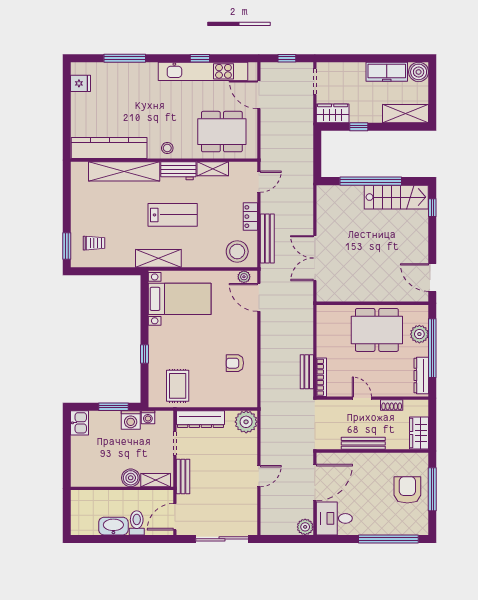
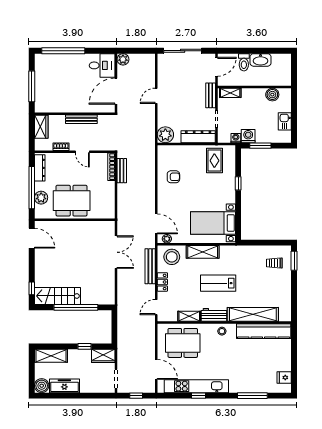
shelving: (158, 258) -> (203, 252), moved
kitchen sink: (80, 423) -> (285, 121), moved
boiler: (131, 478) -> (272, 95), moved
armchair: (407, 490) -> (50, 86), removed

